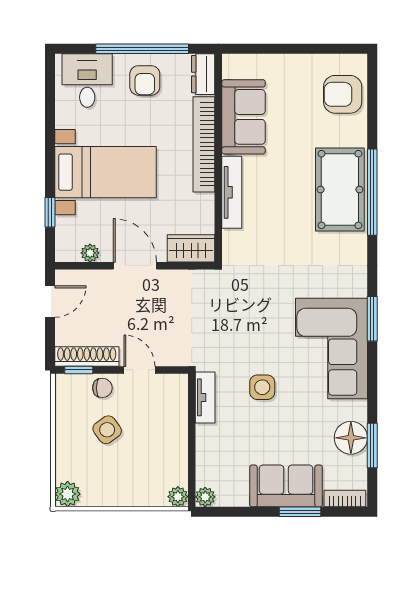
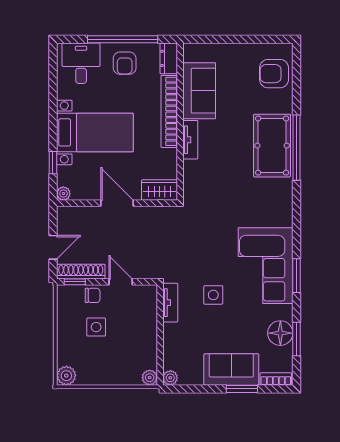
tv unit: (232, 192) -> (190, 140), width x0.71
plant: (90, 253) -> (63, 194), moved
door: (50, 301) -> (53, 247), moved
window: (372, 319) -> (296, 276), moved
side table: (107, 430) -> (96, 327), turned 36

